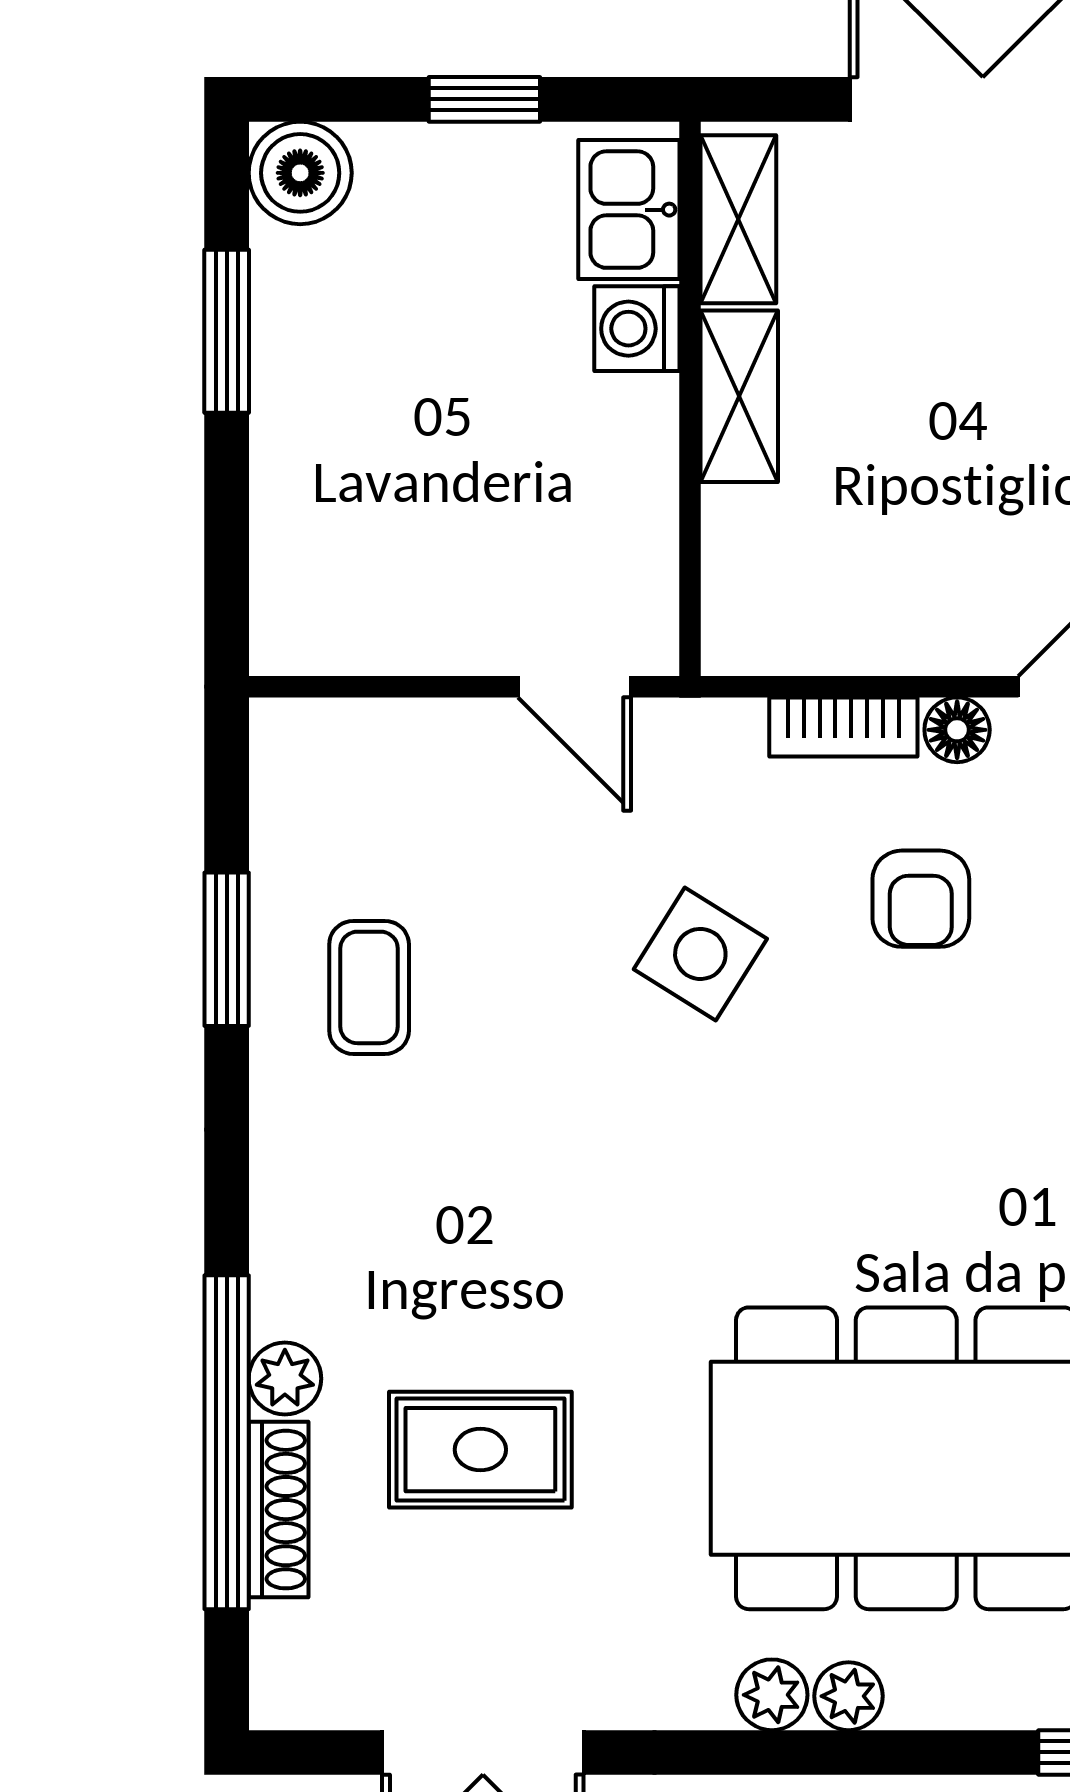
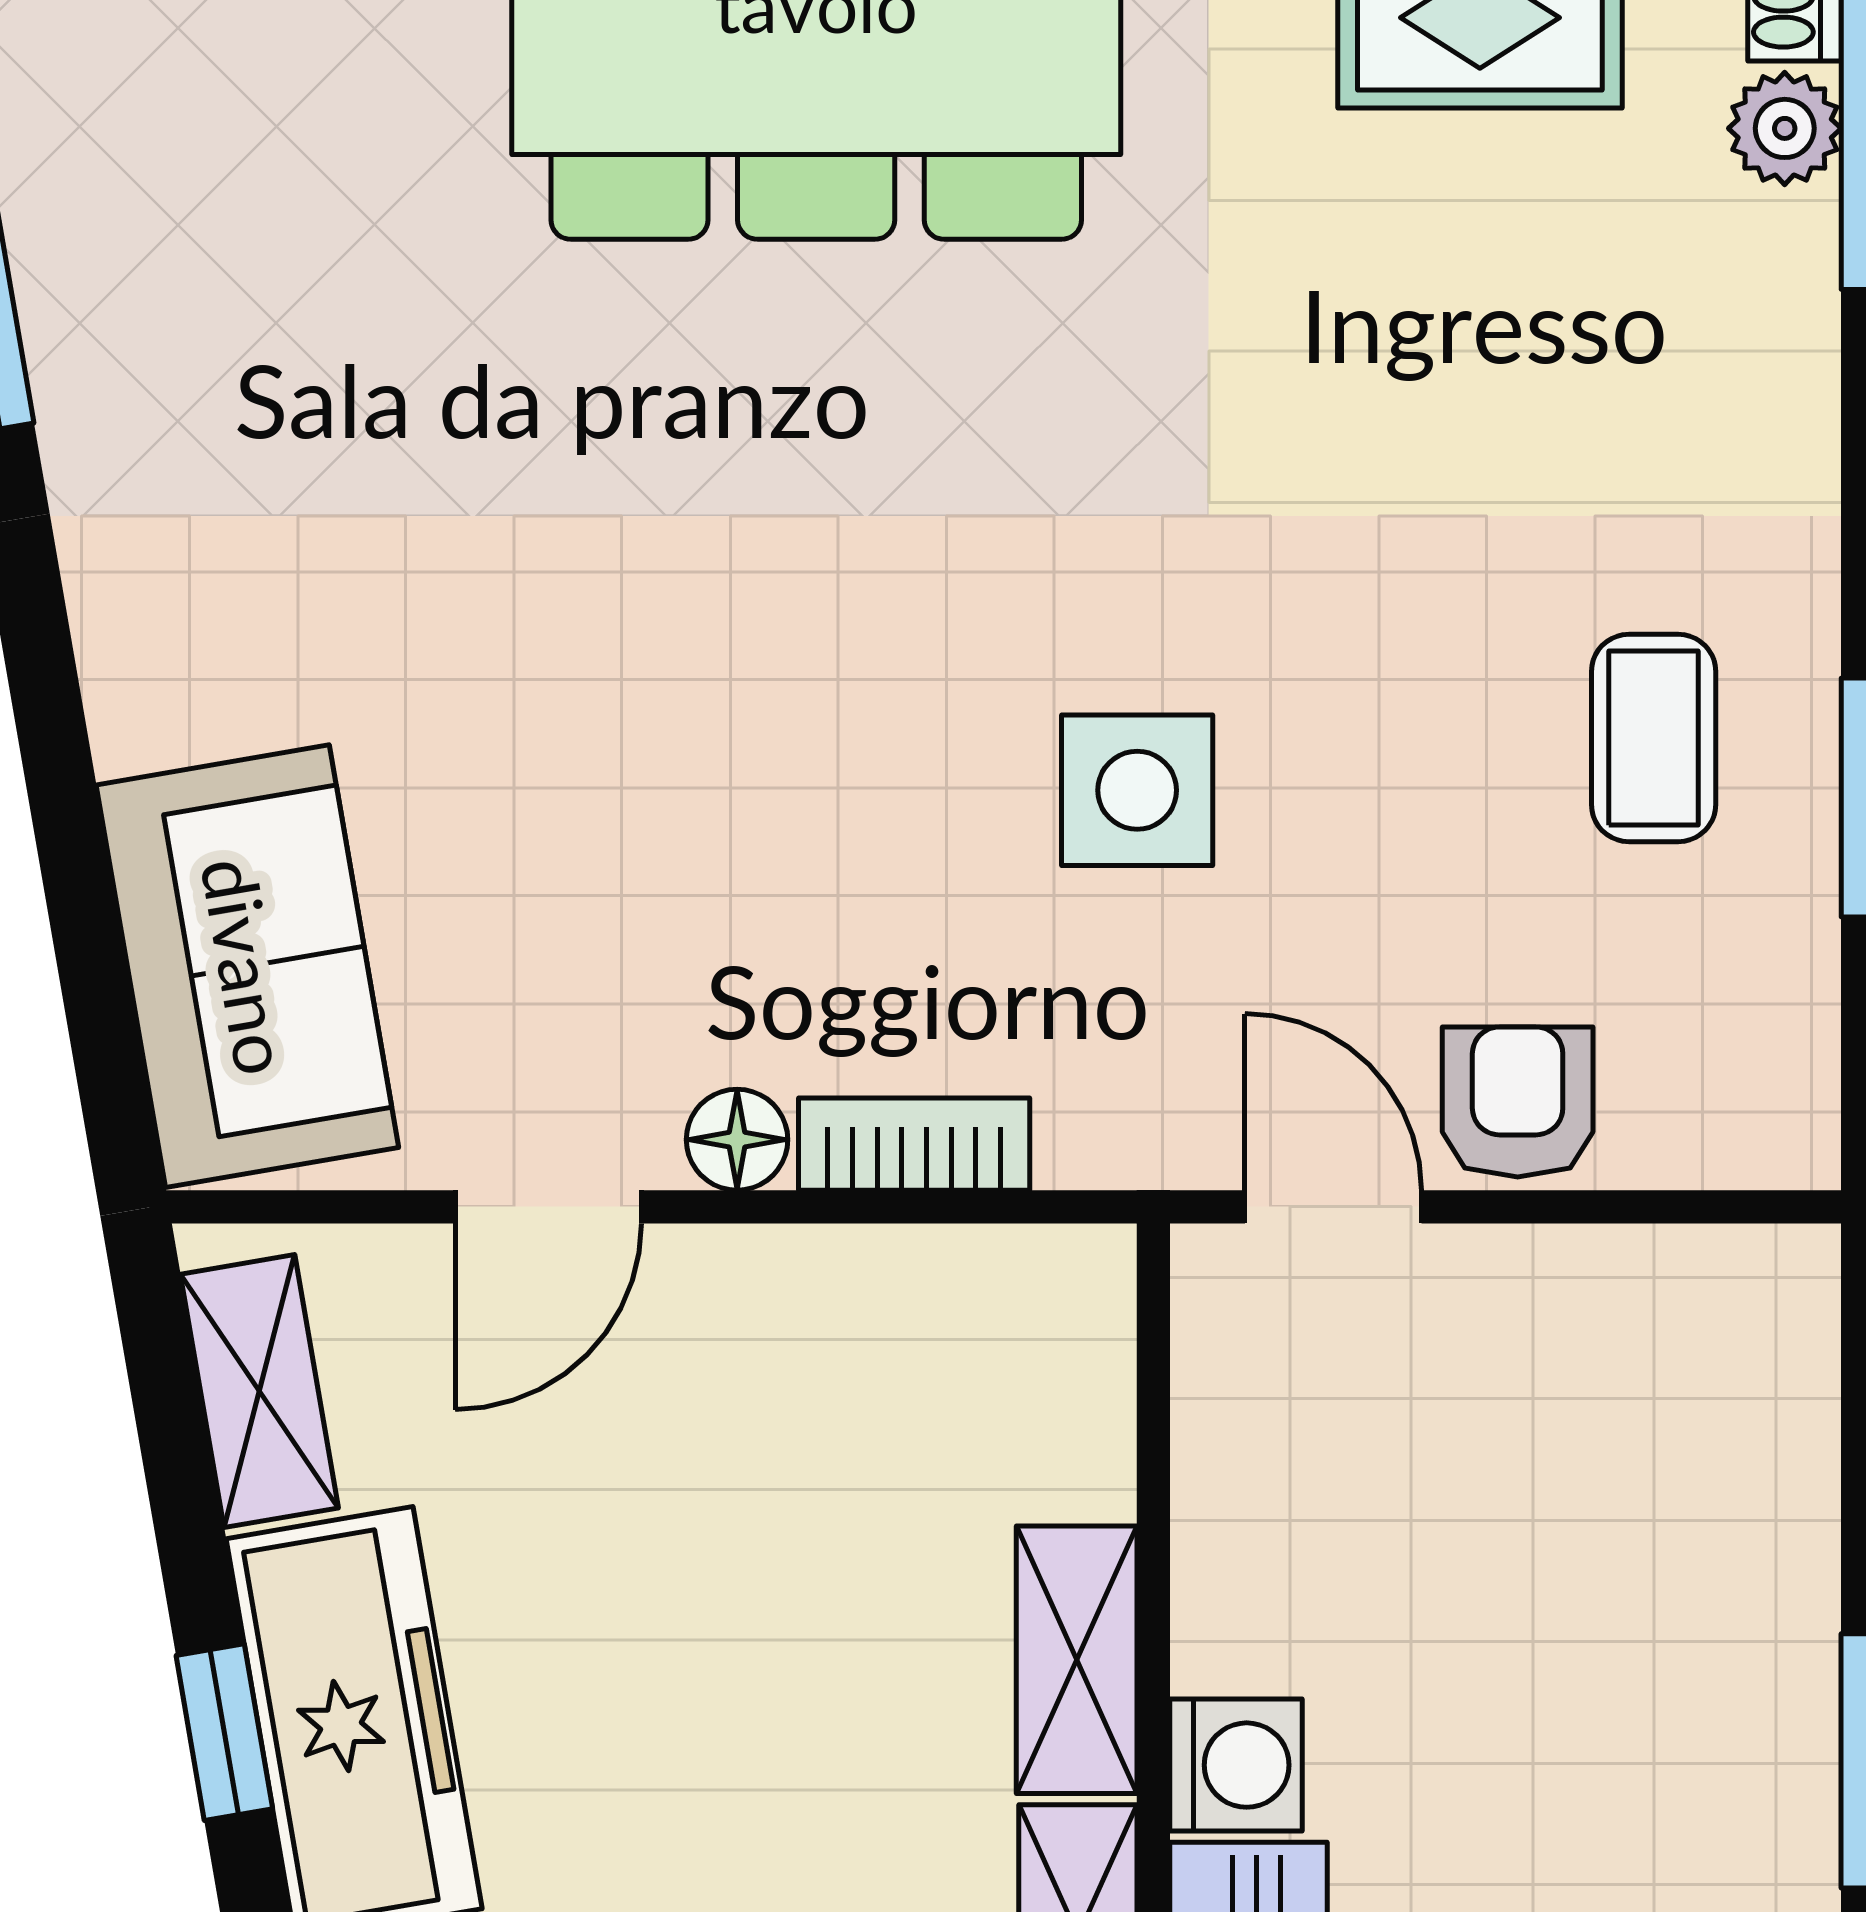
armchair: (921, 899) -> (1518, 1102), moved
side table: (700, 954) -> (1137, 790), turned -32

